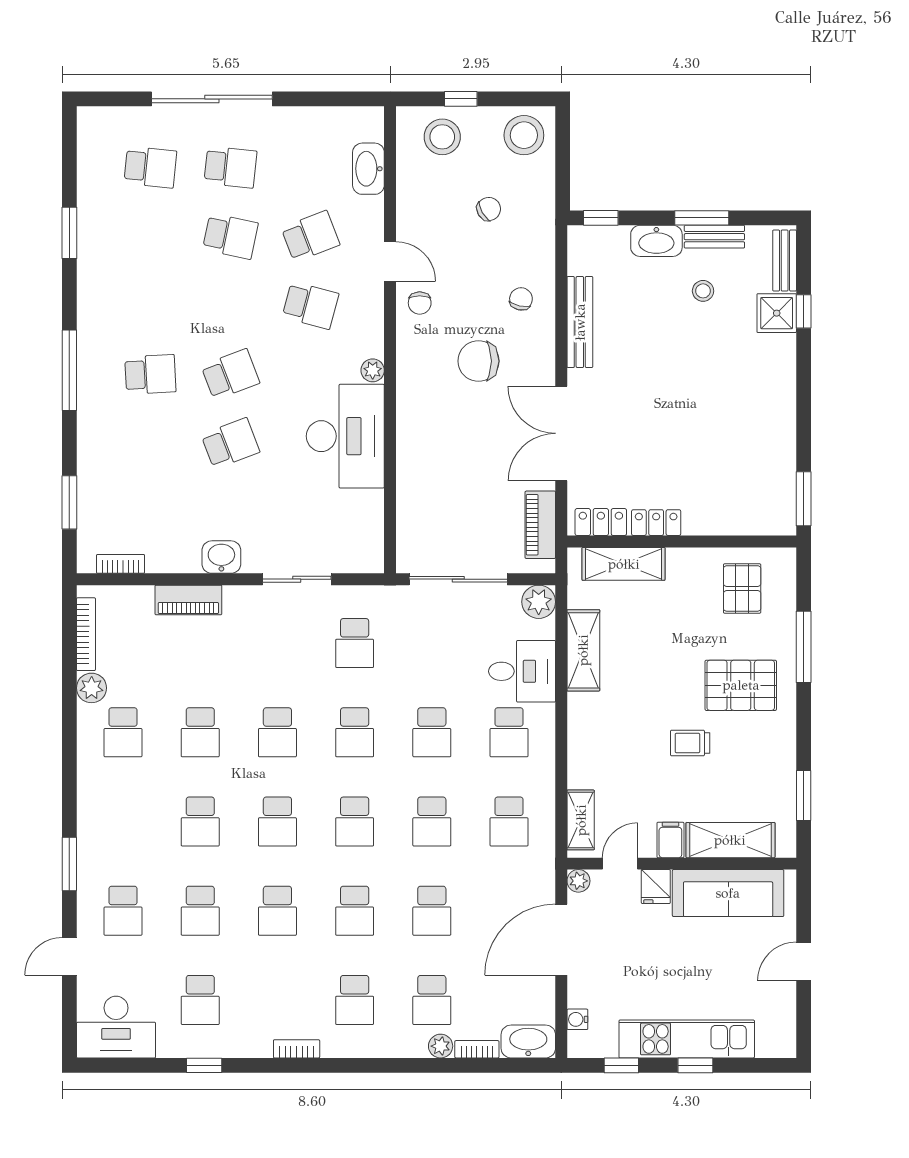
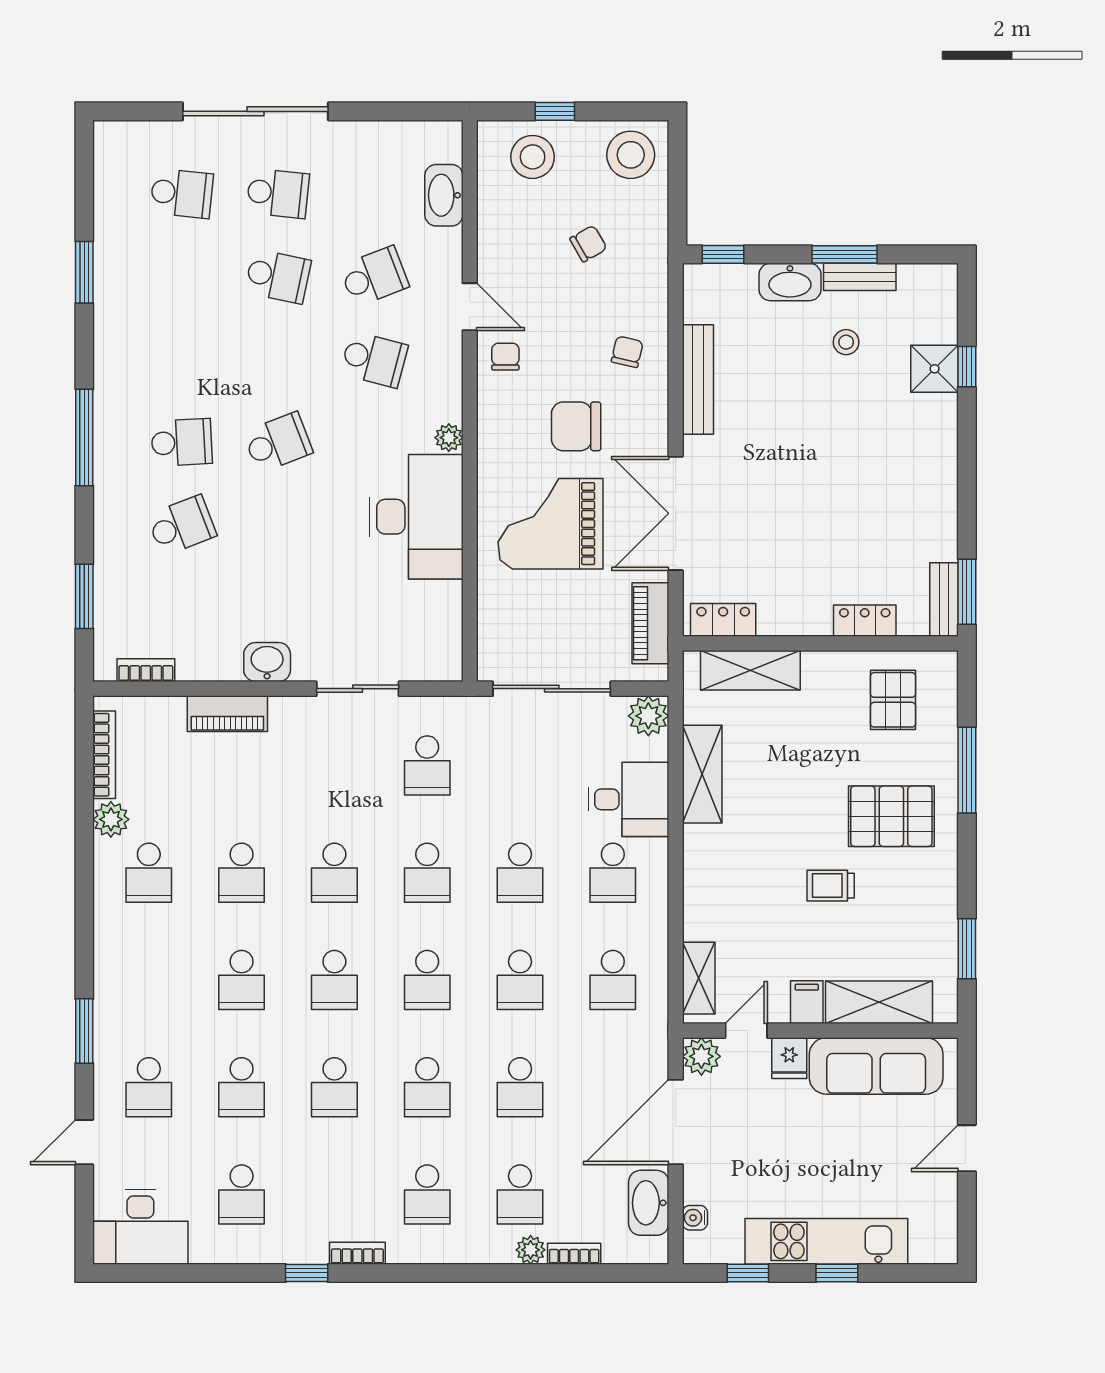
bench: (785, 260) -> (944, 599), moved
chair: (420, 303) -> (505, 357), turned 180
grand piano: (457, 442) -> (550, 524), added
school desk: (230, 443) -> (182, 525), moved
locker: (656, 523) -> (865, 621), moved
plant: (578, 881) -> (701, 1056), width x1.38, depth x1.38
washbasin: (528, 1041) -> (649, 1203), moved, turned -90
window: (204, 1065) -> (307, 1273), moved

